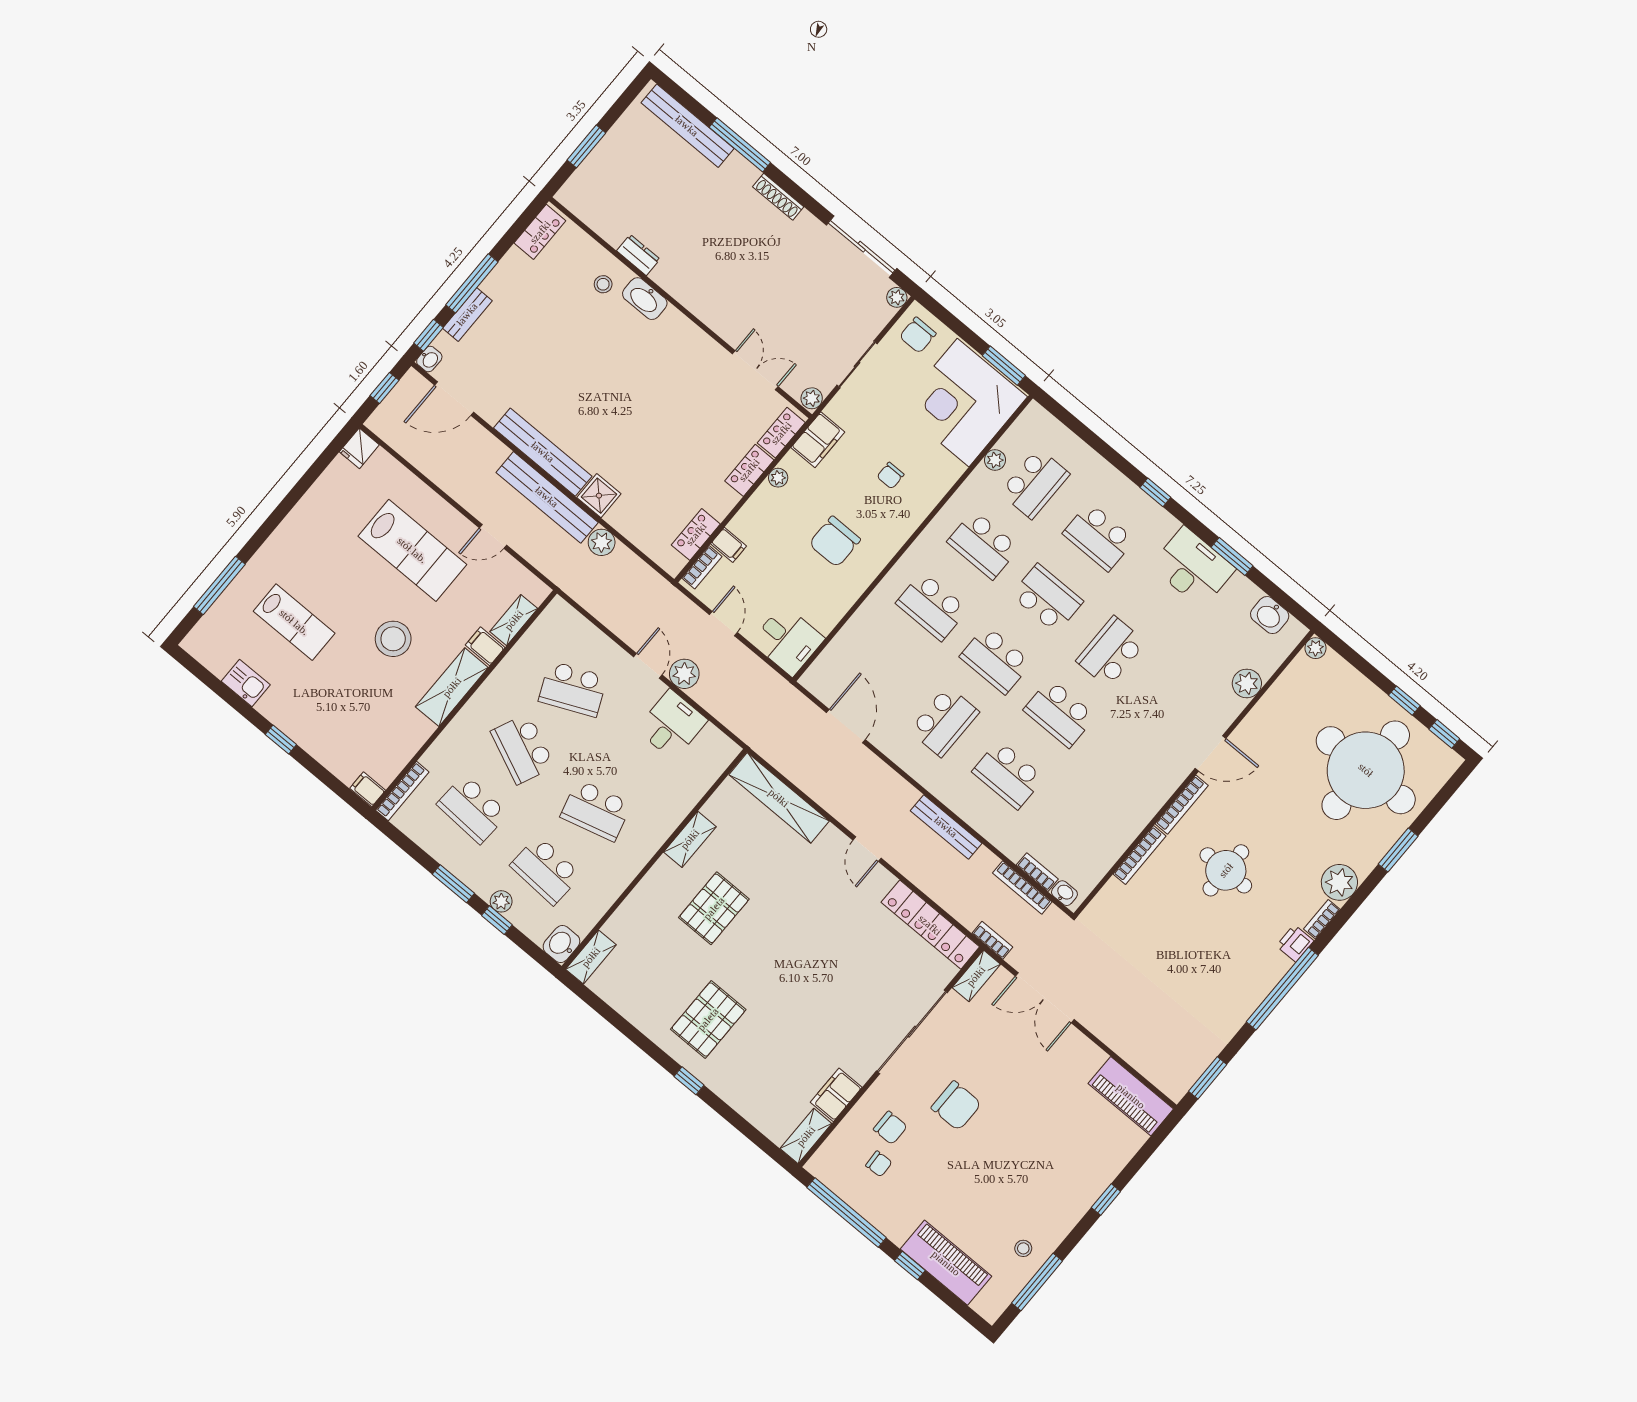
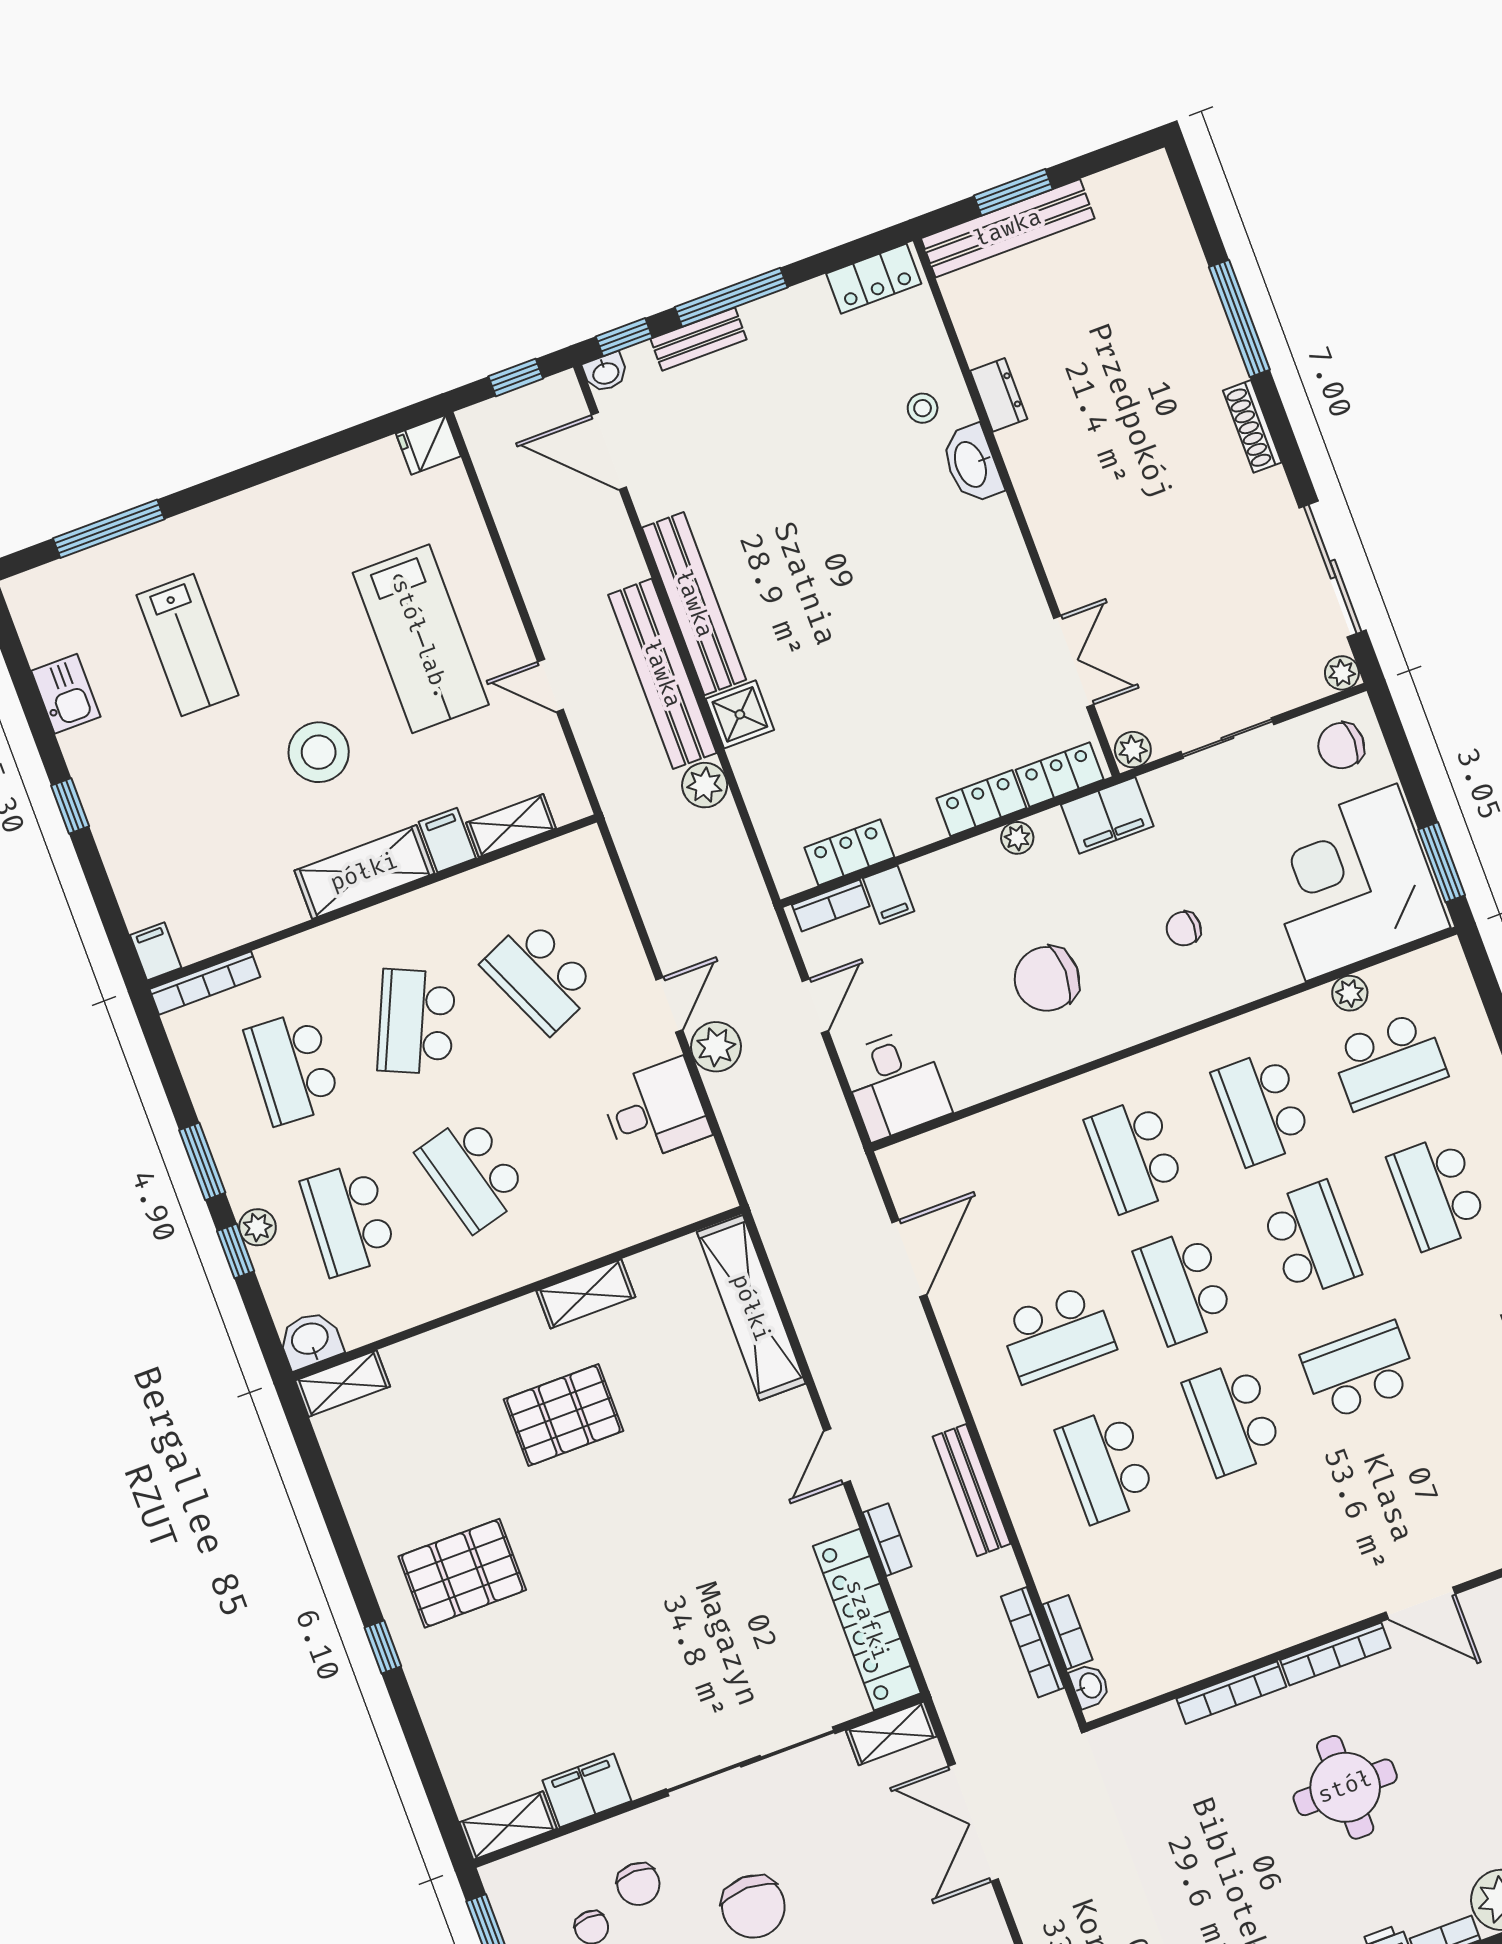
bench: (687, 126) -> (1008, 228), moved, turned 90
bookcase: (992, 940) -> (887, 1540), moved

